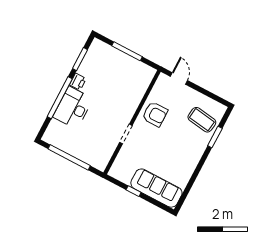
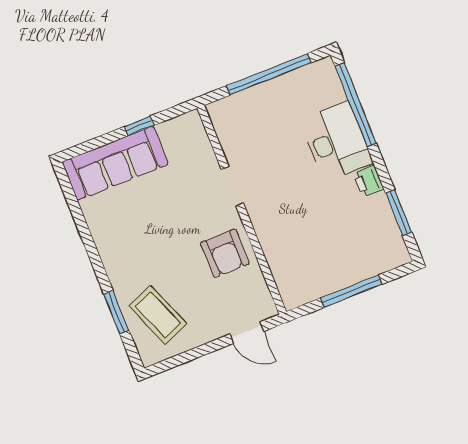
window: (60, 98) -> (356, 105), moved
armchair: (155, 114) -> (225, 253), turned -90
coffee table: (202, 120) -> (158, 315), turned 60

